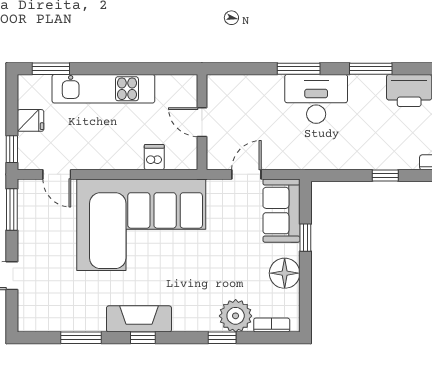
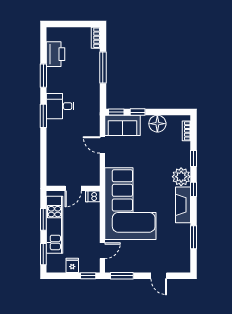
window: (113, 69) -> (43, 219), added
desk: (316, 99) -> (60, 106), width x0.73
door: (202, 122) -> (73, 188), moved
wall: (202, 122) -> (73, 188), moved
window: (385, 175) -> (103, 68), width x2.17
window: (305, 199) -> (116, 112), added
plant: (236, 316) -> (181, 177), moved
window: (143, 338) -> (193, 189), moved

